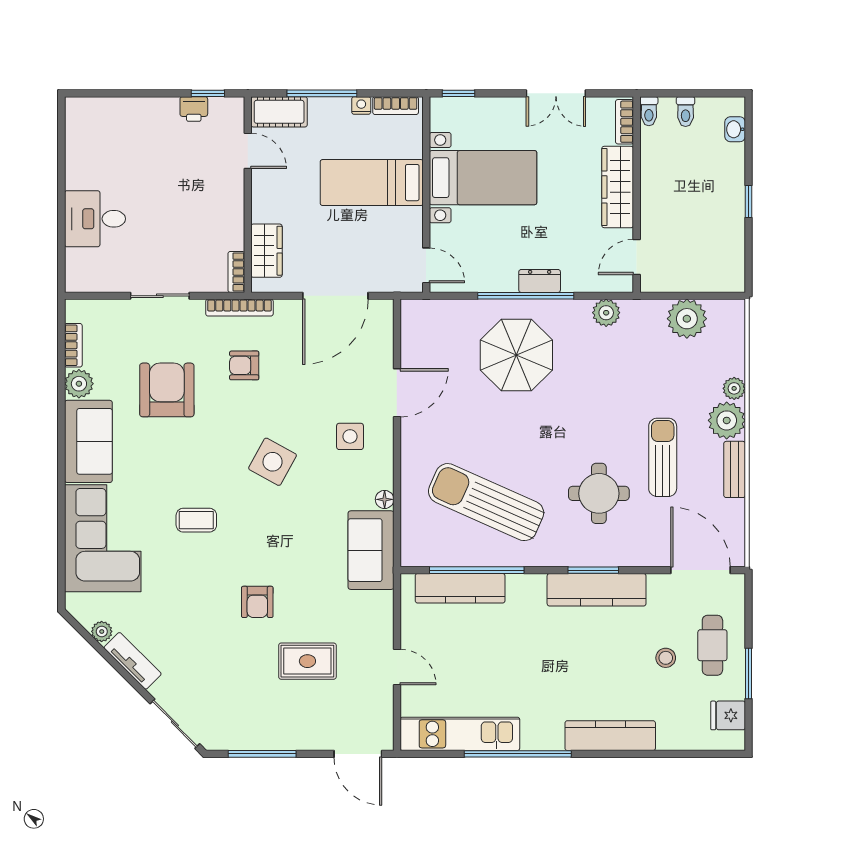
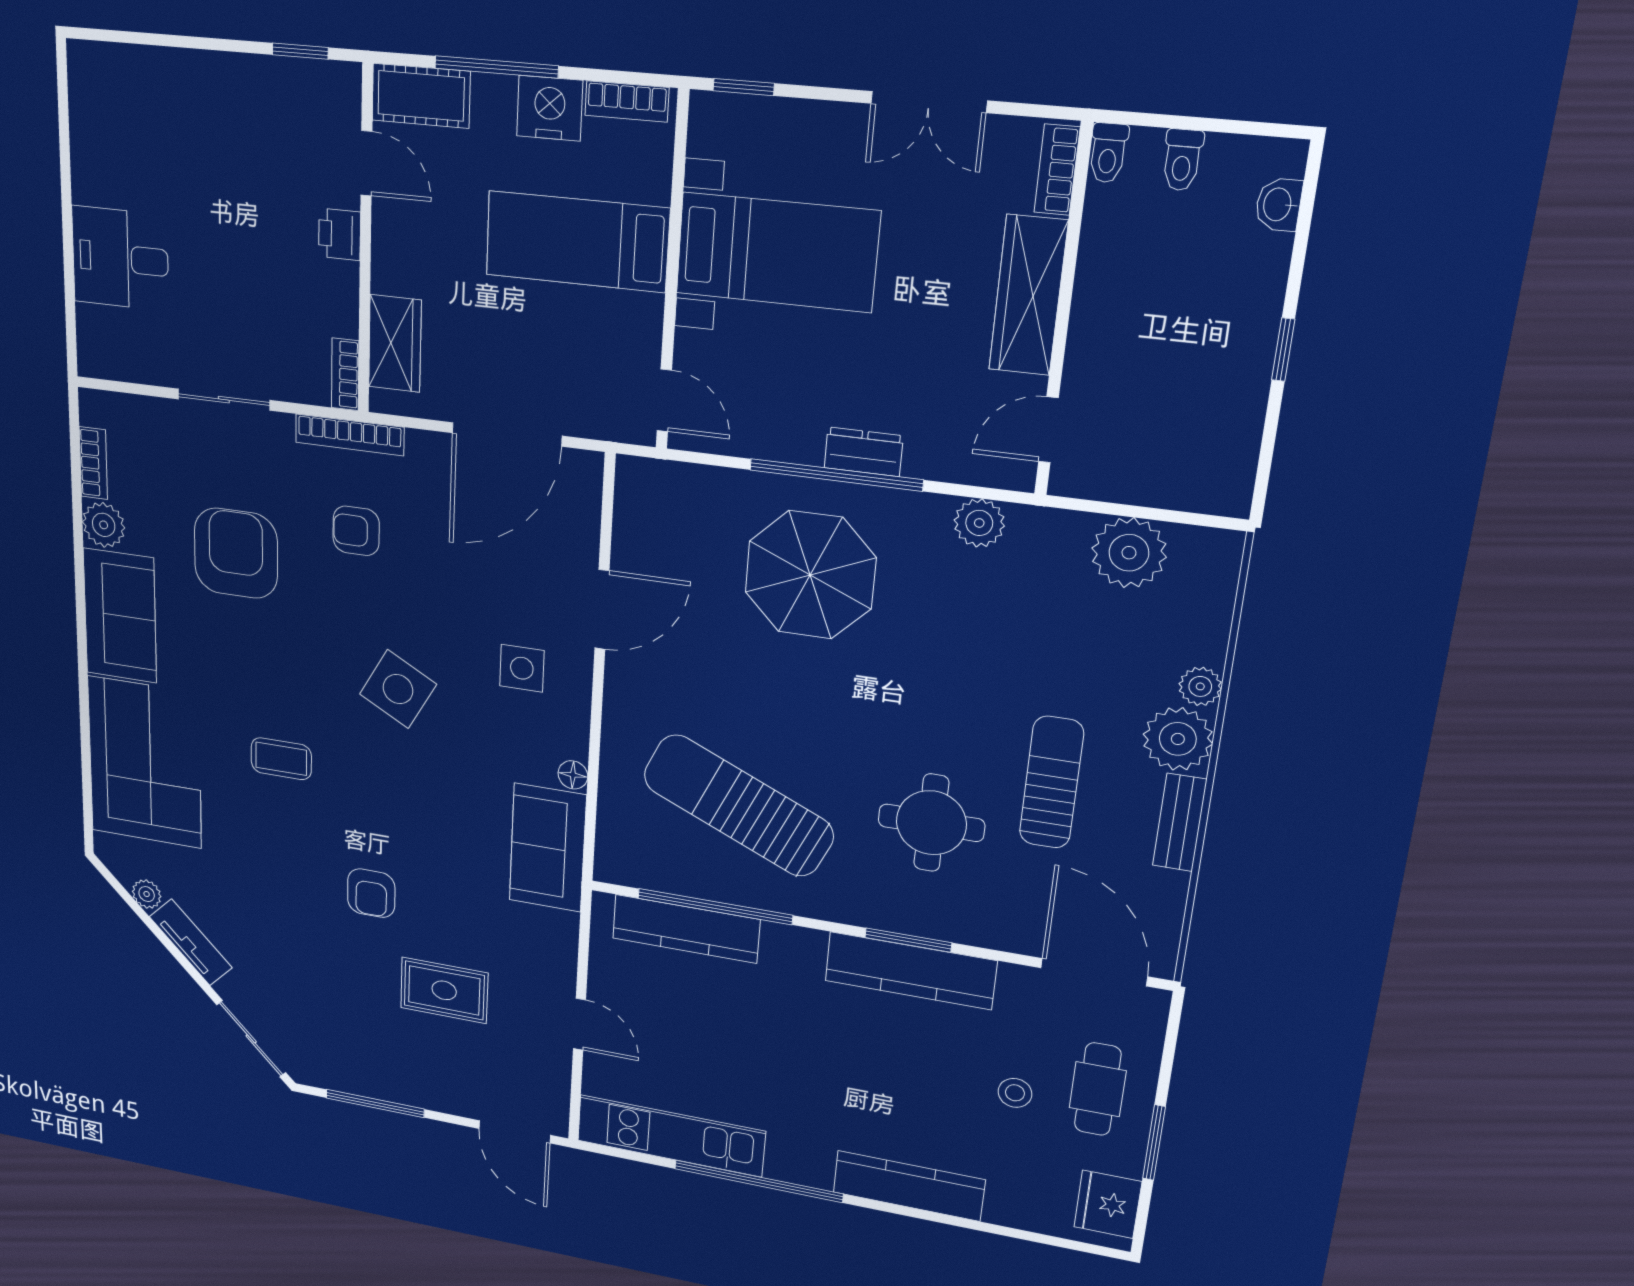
nightstand: (361, 105) -> (550, 108), width x1.89, depth x1.79
printer: (194, 109) -> (340, 234), moved, turned 90
fridge: (728, 715) -> (1108, 1204), width x1.38

